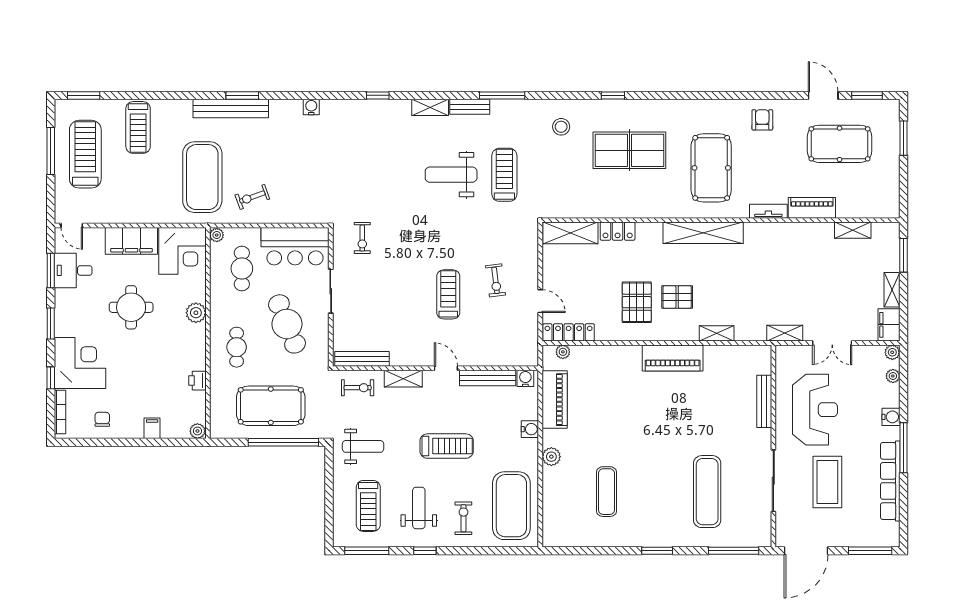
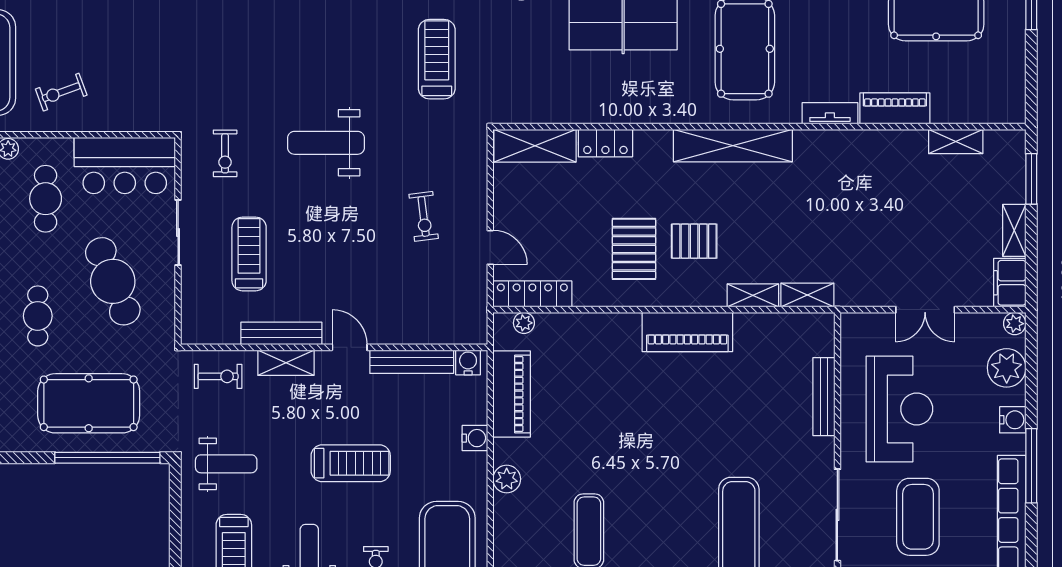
weight bench: (451, 175) -> (326, 143), moved
treadmill: (448, 294) -> (249, 254), moved
shelving: (785, 333) -> (807, 295), moved
bench: (362, 359) -> (281, 333), moved
plant: (893, 376) -> (1007, 368), width x1.88, depth x1.88

